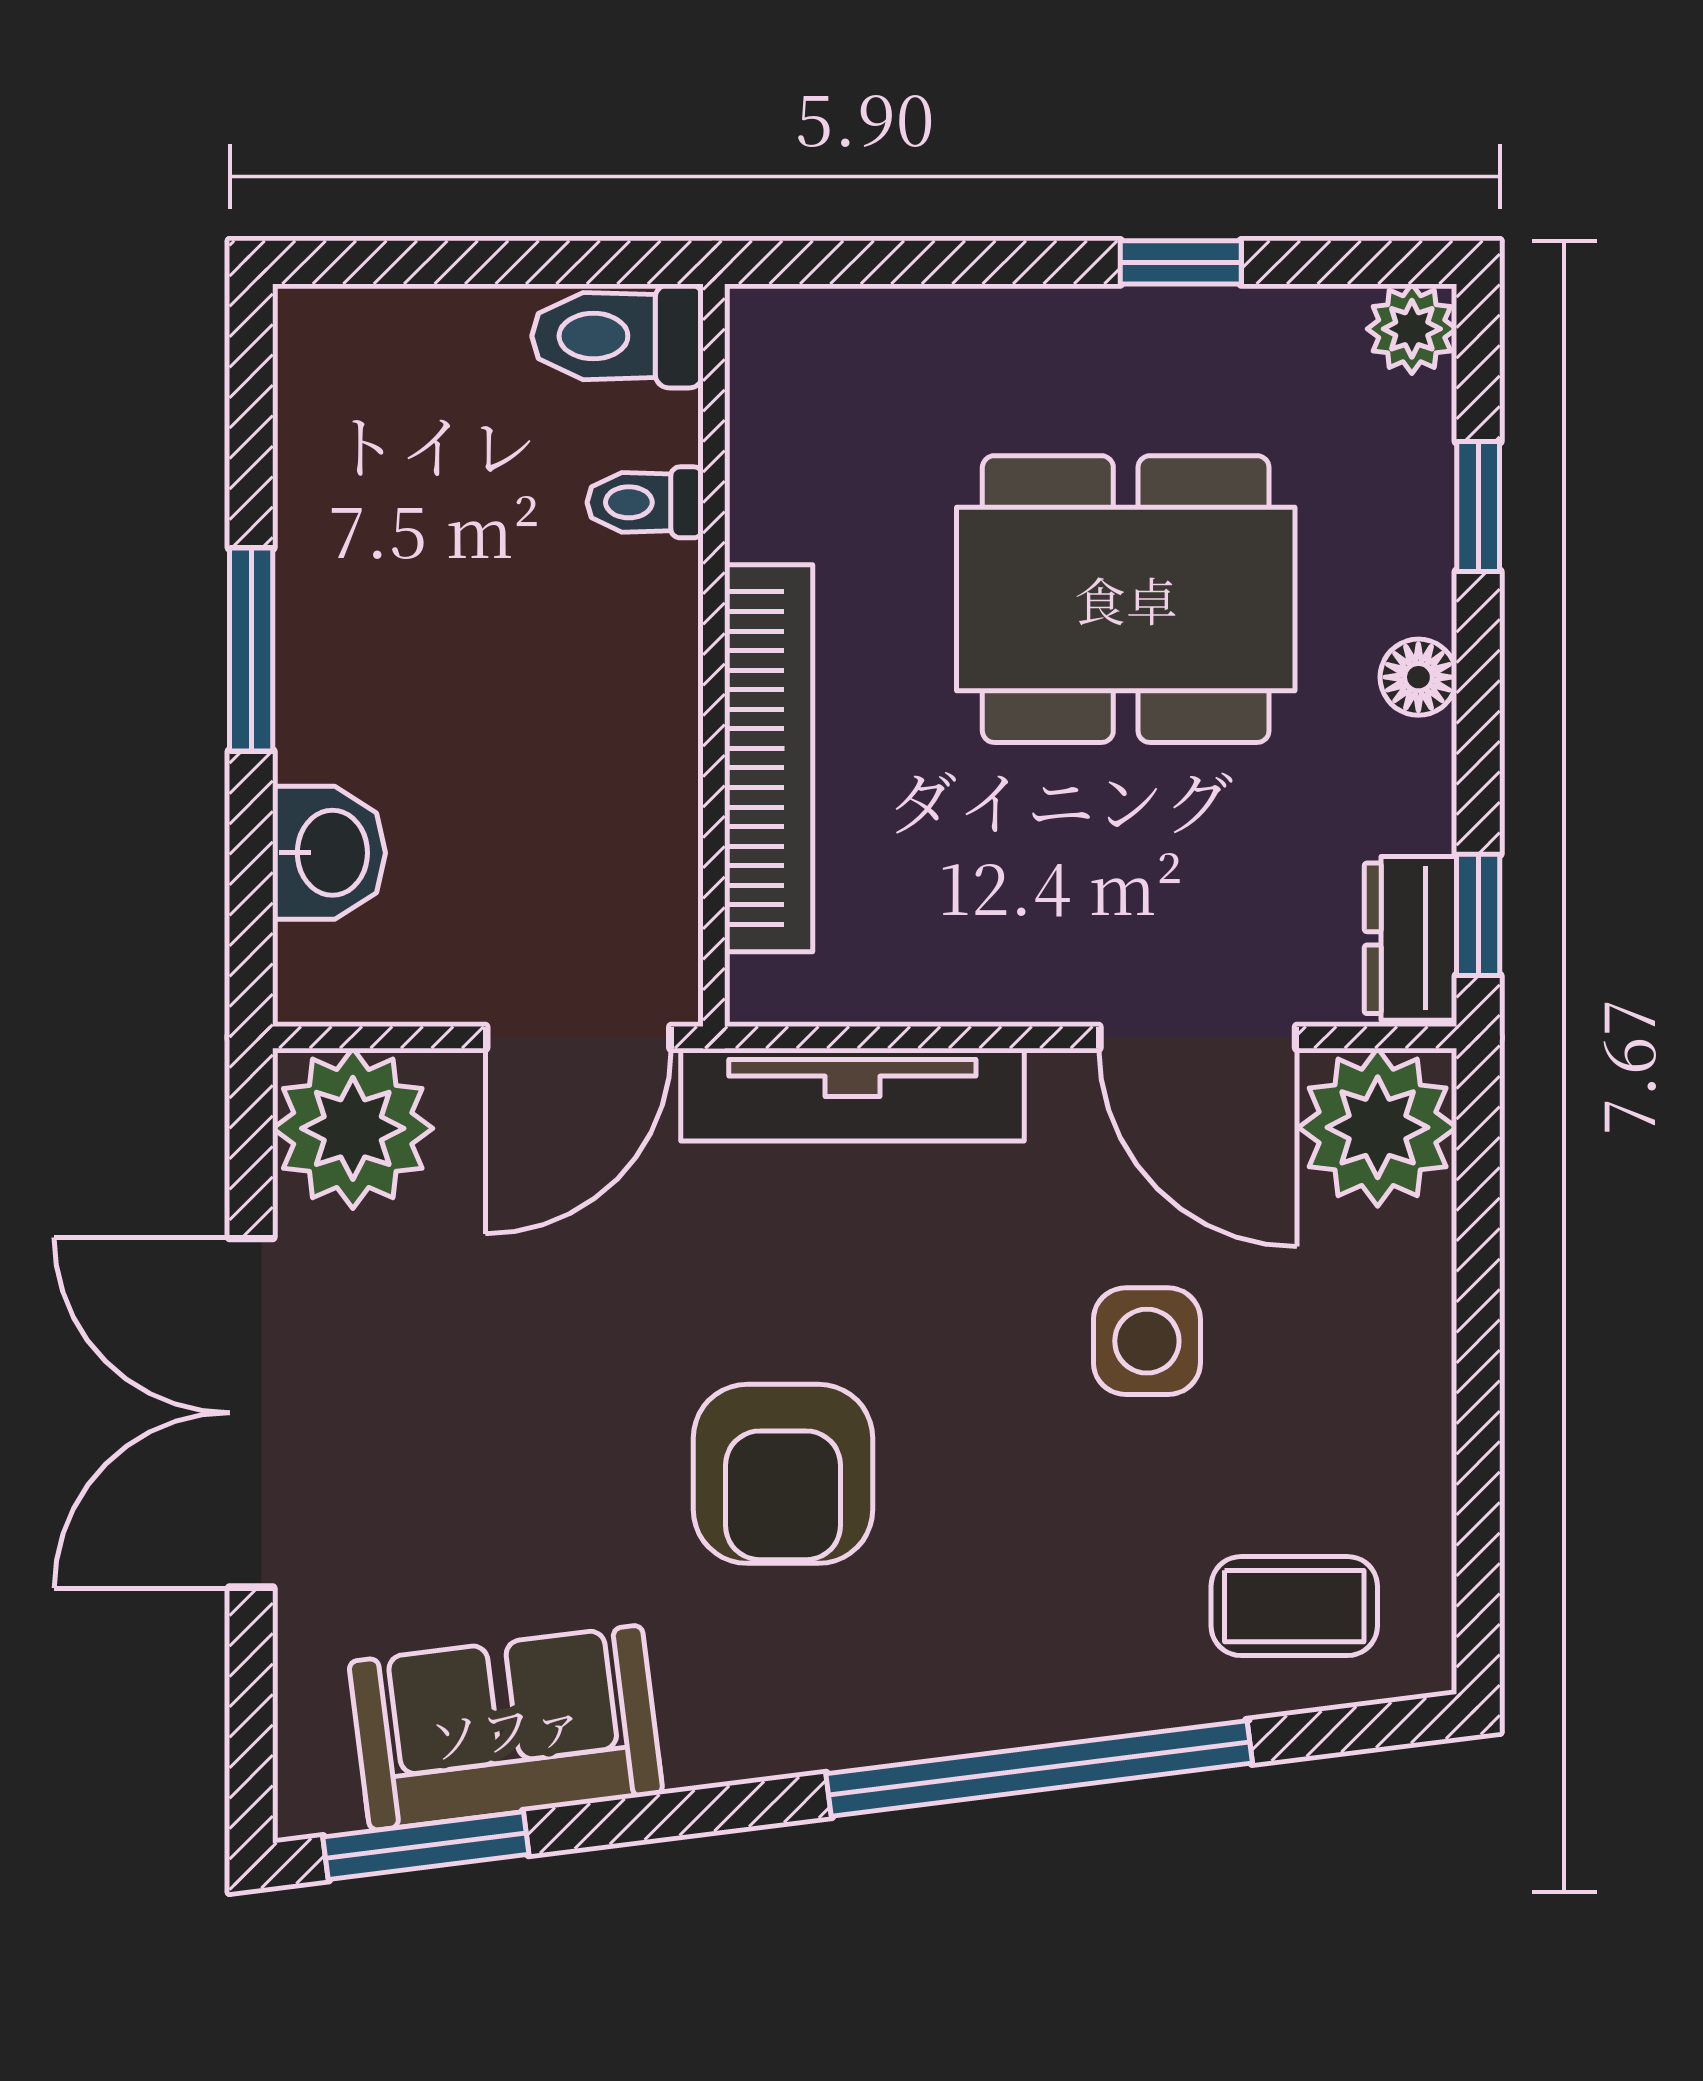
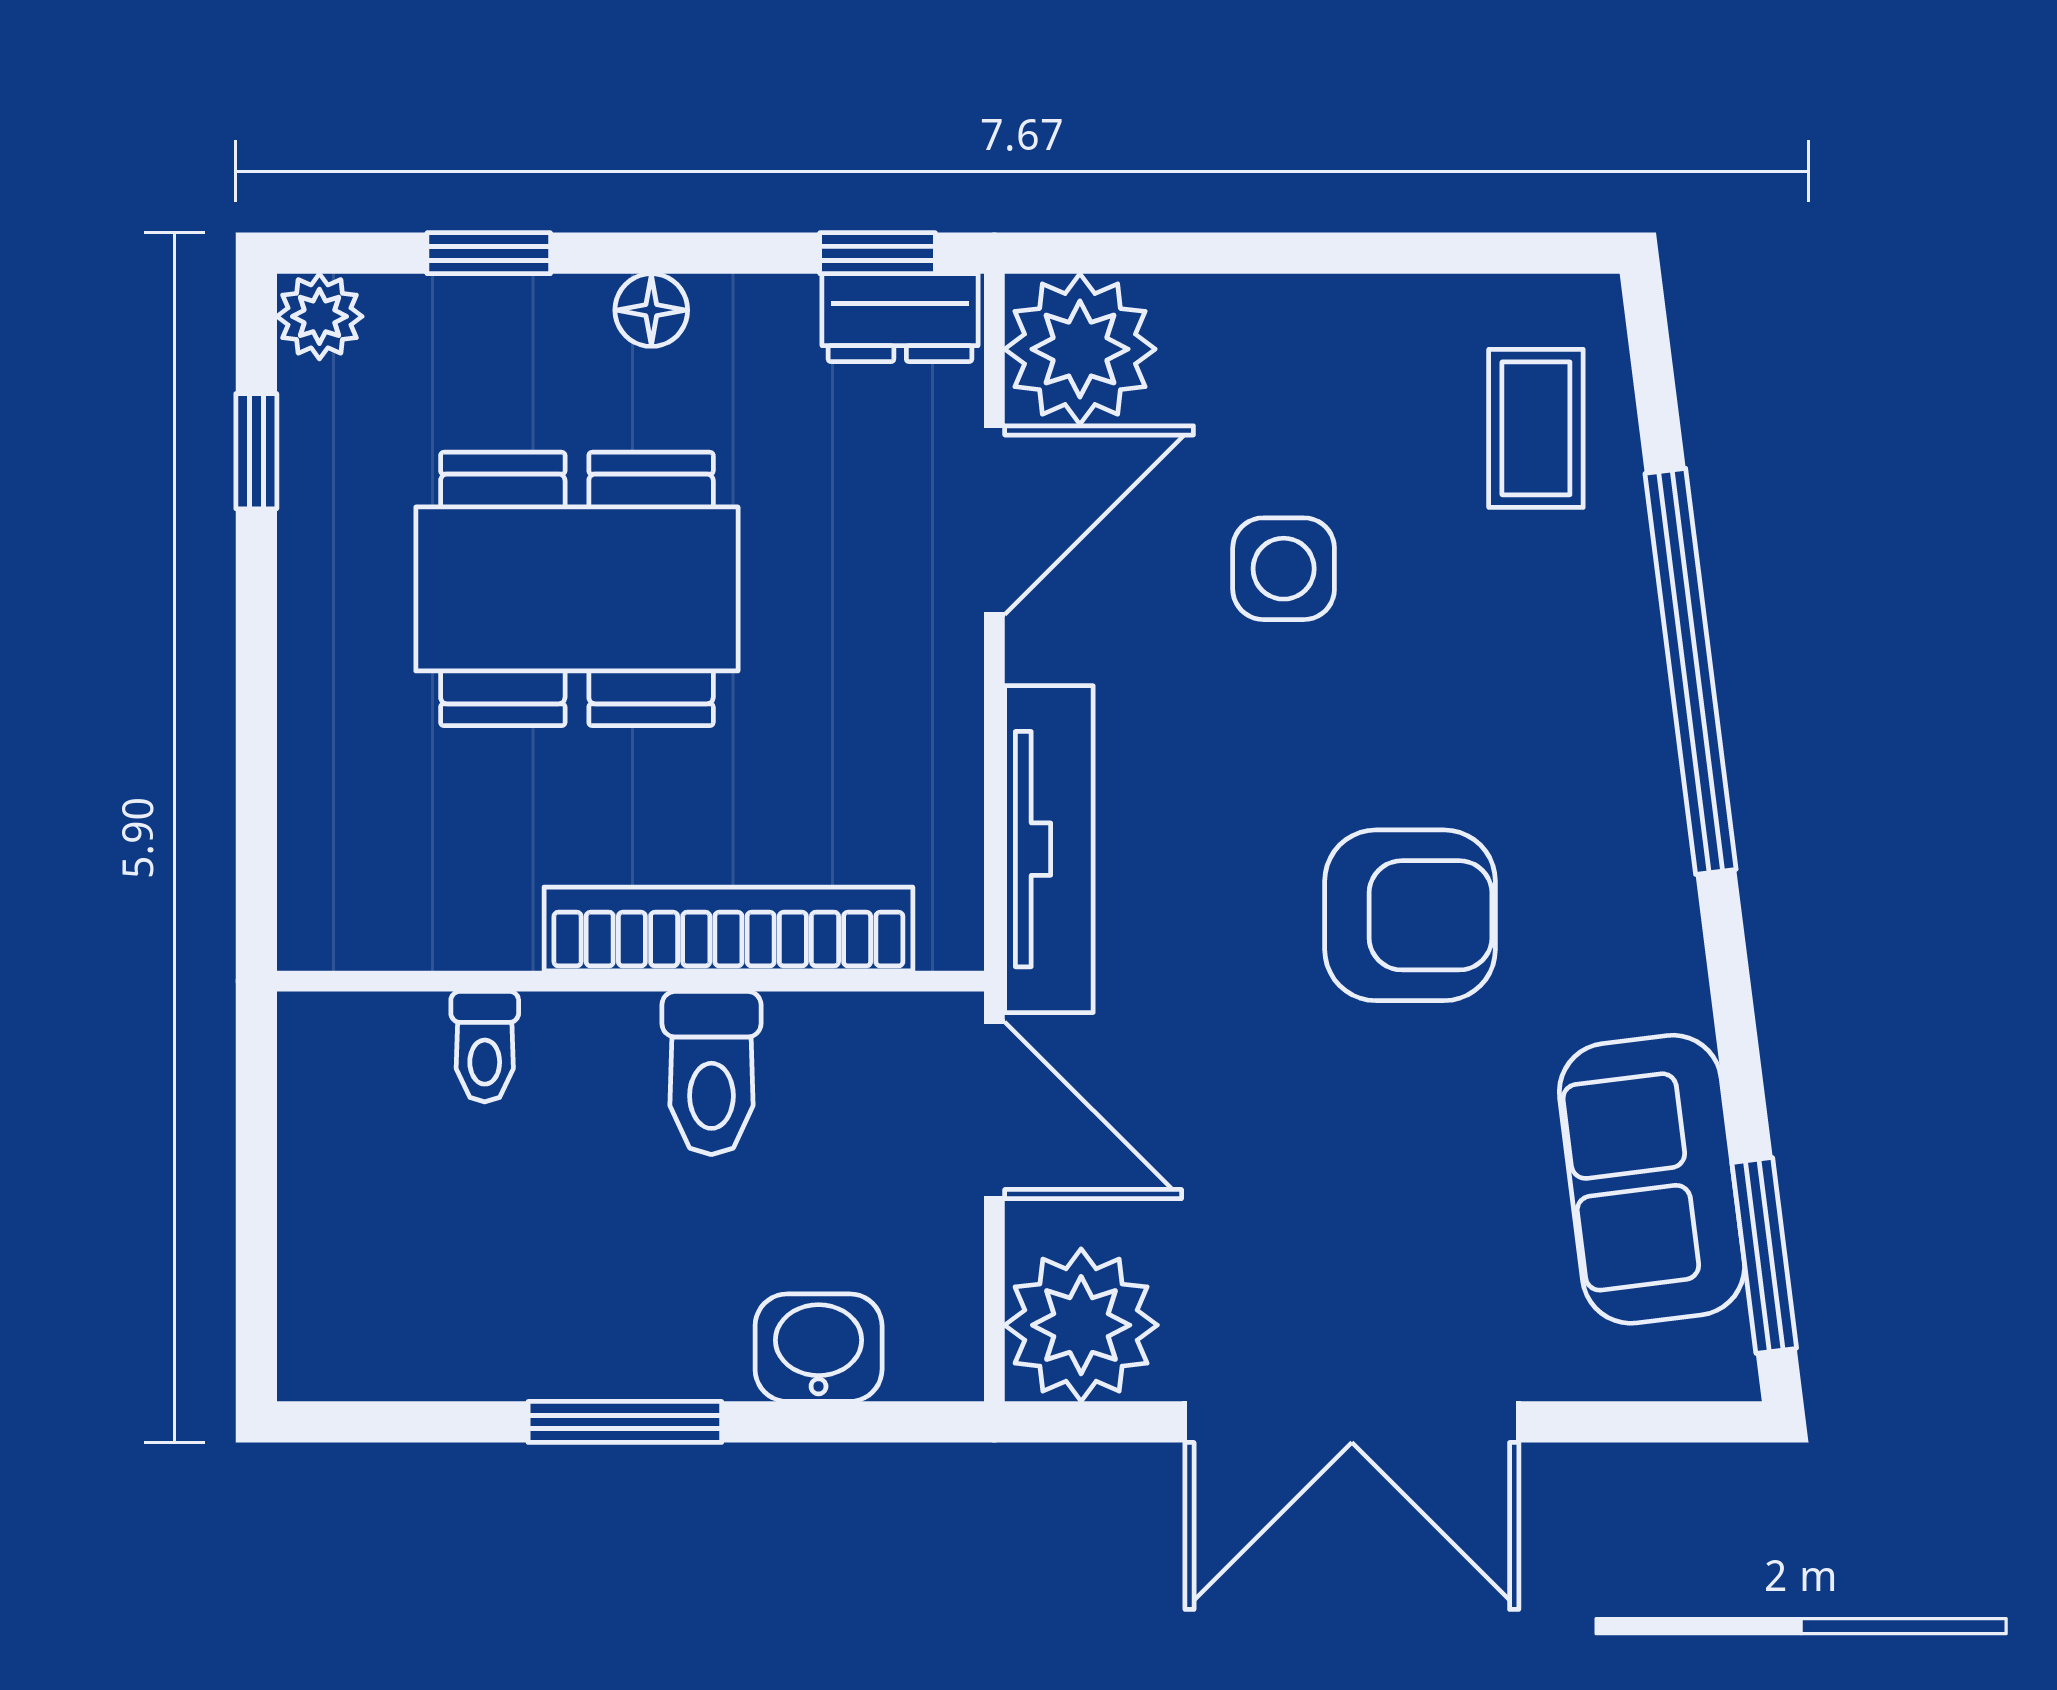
window: (1181, 262) -> (256, 451), moved
toilet: (617, 336) -> (711, 1073), moved
dining table: (1126, 599) -> (577, 589), turned 90

